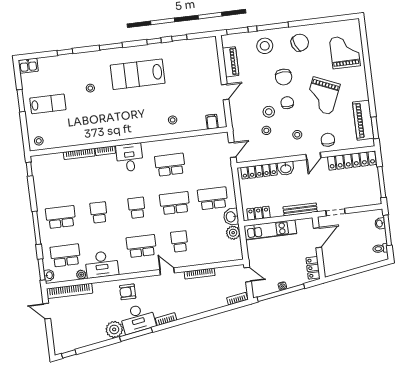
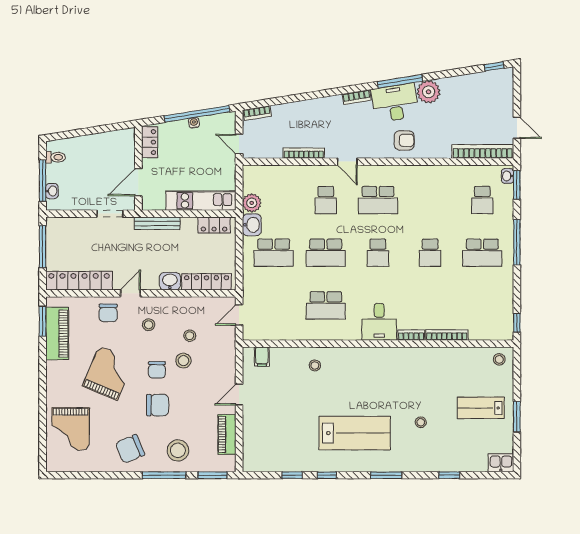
chair: (284, 77) -> (158, 405), turned 90
school desk: (65, 255) -> (482, 200), width x0.54
desk: (102, 264) -> (435, 182), removed
plant: (81, 275) -> (464, 171), removed

